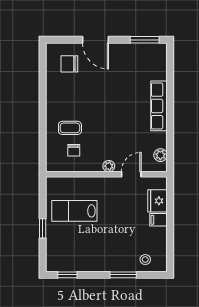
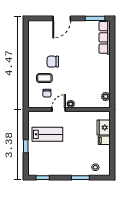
door: (95, 40) -> (62, 18), hinge flipped
chair: (69, 64) -> (53, 62), moved
row of seats: (159, 106) -> (105, 37), moved
door: (131, 174) -> (59, 109), moved
lab bench: (74, 211) -> (47, 134), turned 180

